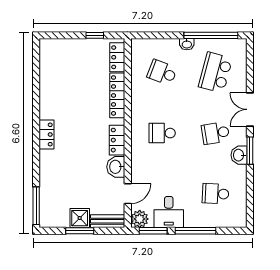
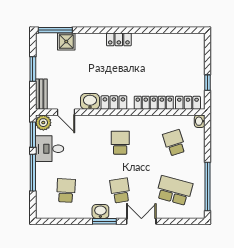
washbasin: (187, 44) -> (200, 121), moved
school desk: (162, 72) -> (174, 143), turned -39
shower: (80, 218) -> (66, 42), moved

